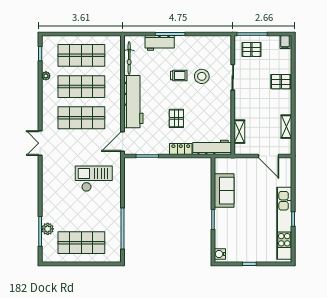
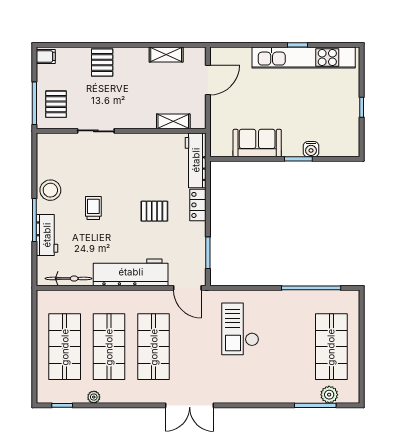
stool: (202, 76) -> (50, 190), moved
double door: (40, 143) -> (190, 405), width x1.37
plant: (48, 229) -> (329, 395), moved
water cooler: (220, 254) -> (311, 149), moved

